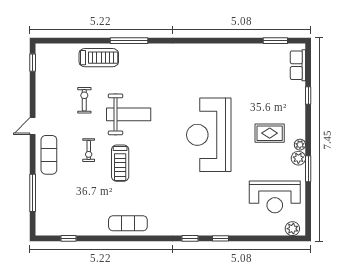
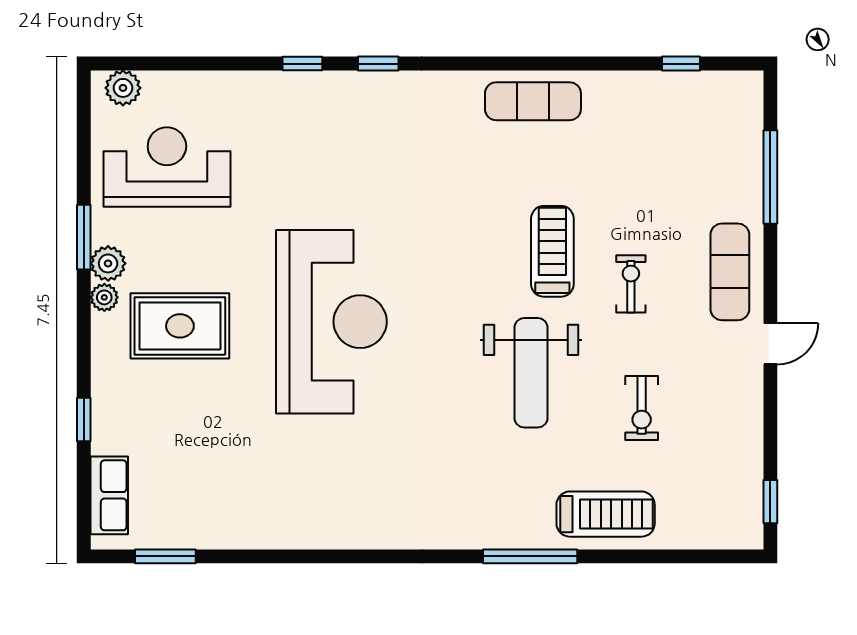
treadmill: (99, 58) -> (606, 514), turned 180
weight bench: (129, 114) -> (531, 373), turned -90
rug: (270, 133) -> (180, 326), width x1.36, depth x1.43

